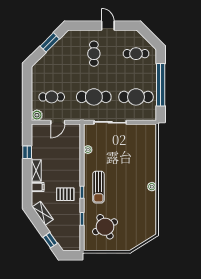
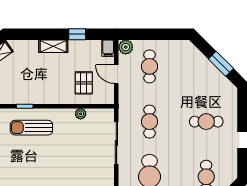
cafe table: (94, 97) -> (149, 122), width x0.73, depth x0.74
filing cabinet: (38, 187) -> (108, 48), moved
pallet: (65, 194) -> (84, 83), moved

